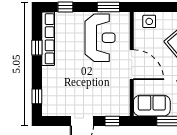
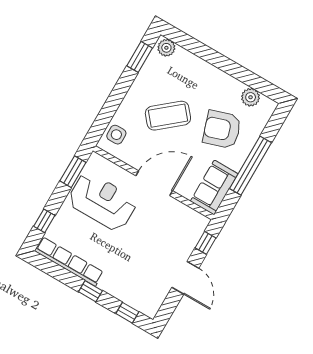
window: (37, 48) -> (90, 291), moved

